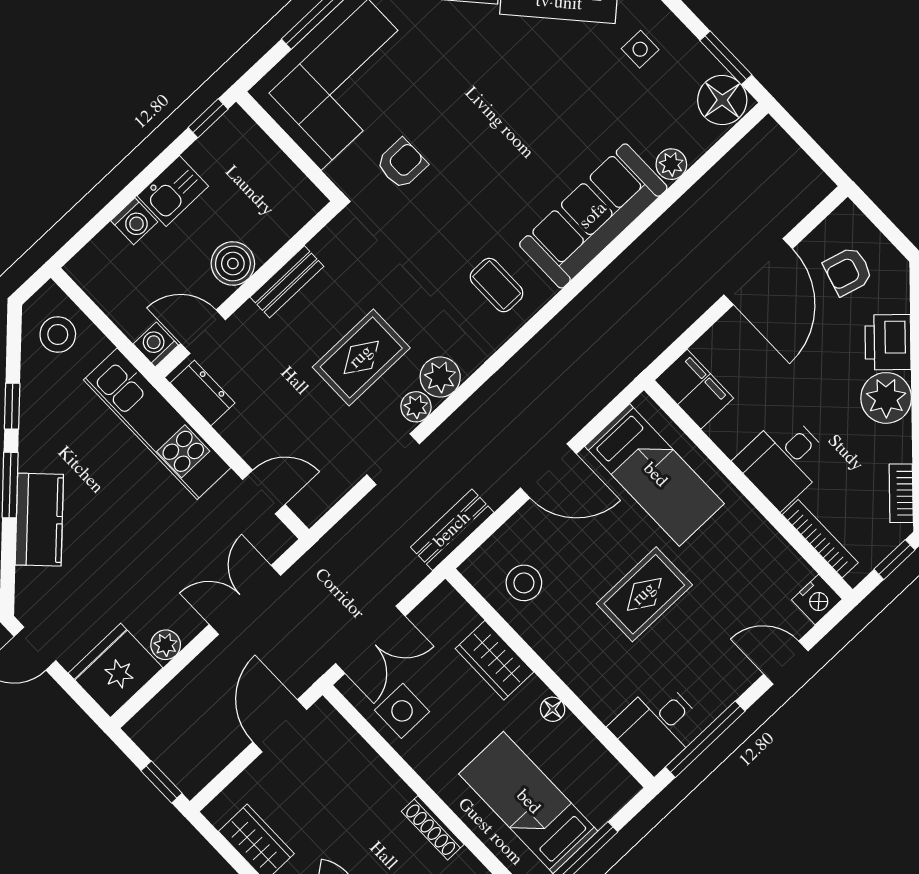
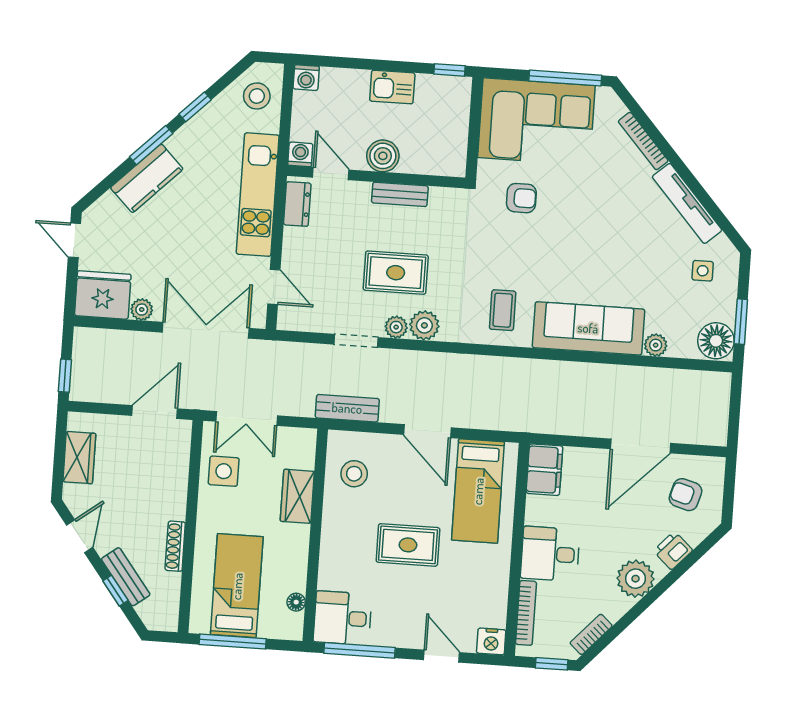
washing machine: (134, 221) -> (306, 78), moved
printer: (888, 342) -> (673, 550), width x0.73, depth x0.81
double door: (245, 600) -> (206, 330), width x1.37
floor lamp: (553, 709) -> (296, 602), moved

